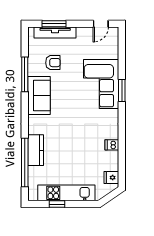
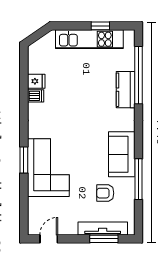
fridge: (111, 178) -> (36, 81), moved

